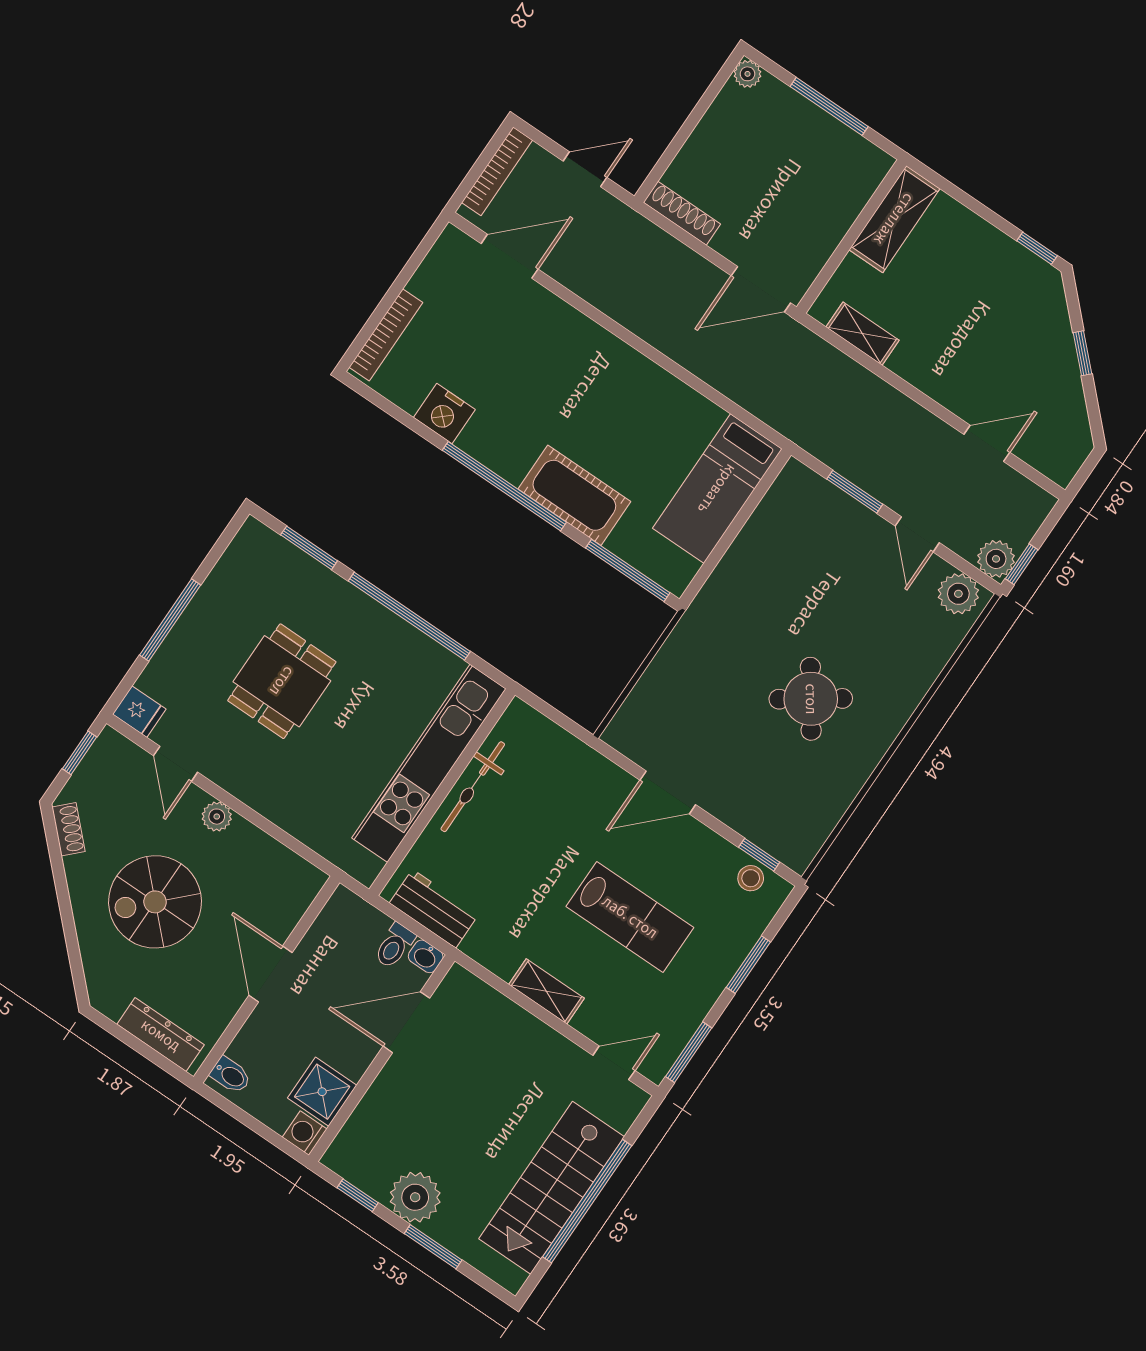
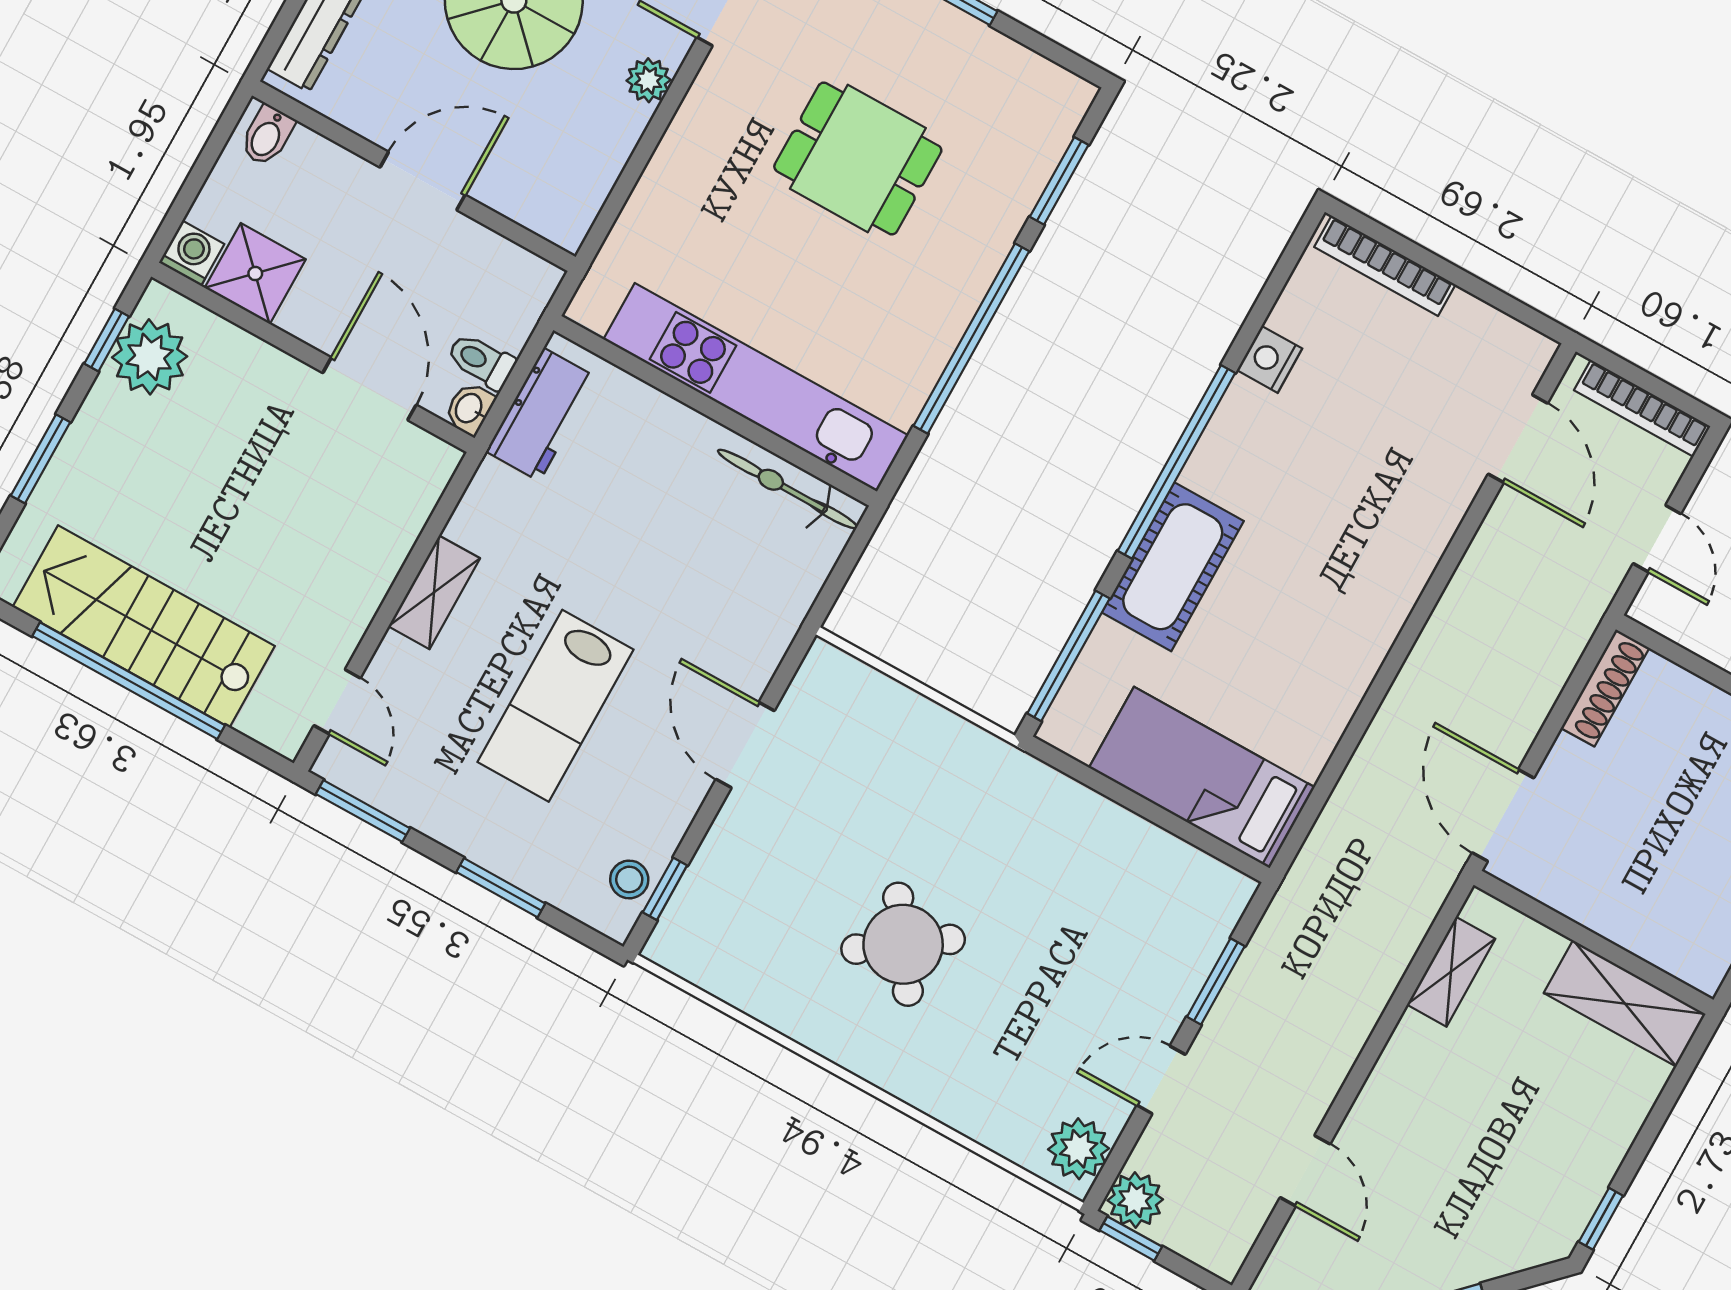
nightstand: (444, 414) -> (1270, 359), width x0.74, depth x0.75
bicycle: (473, 787) -> (788, 489), moved
plant: (415, 1197) -> (150, 357), moved

